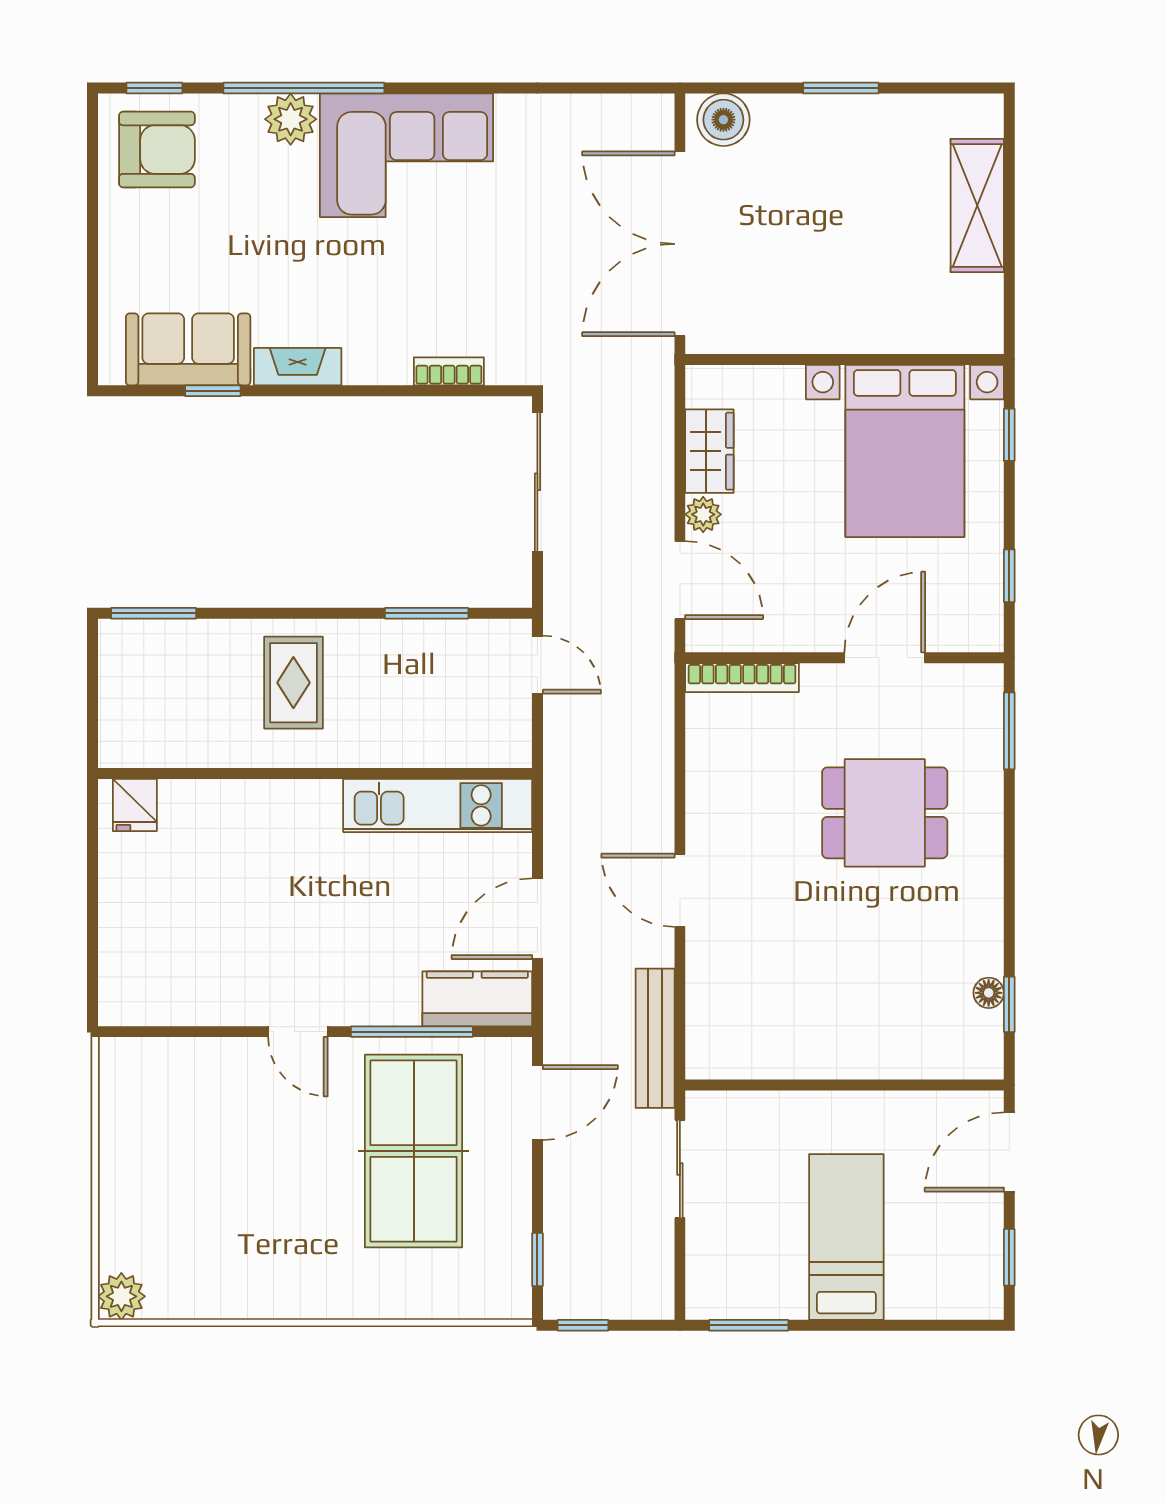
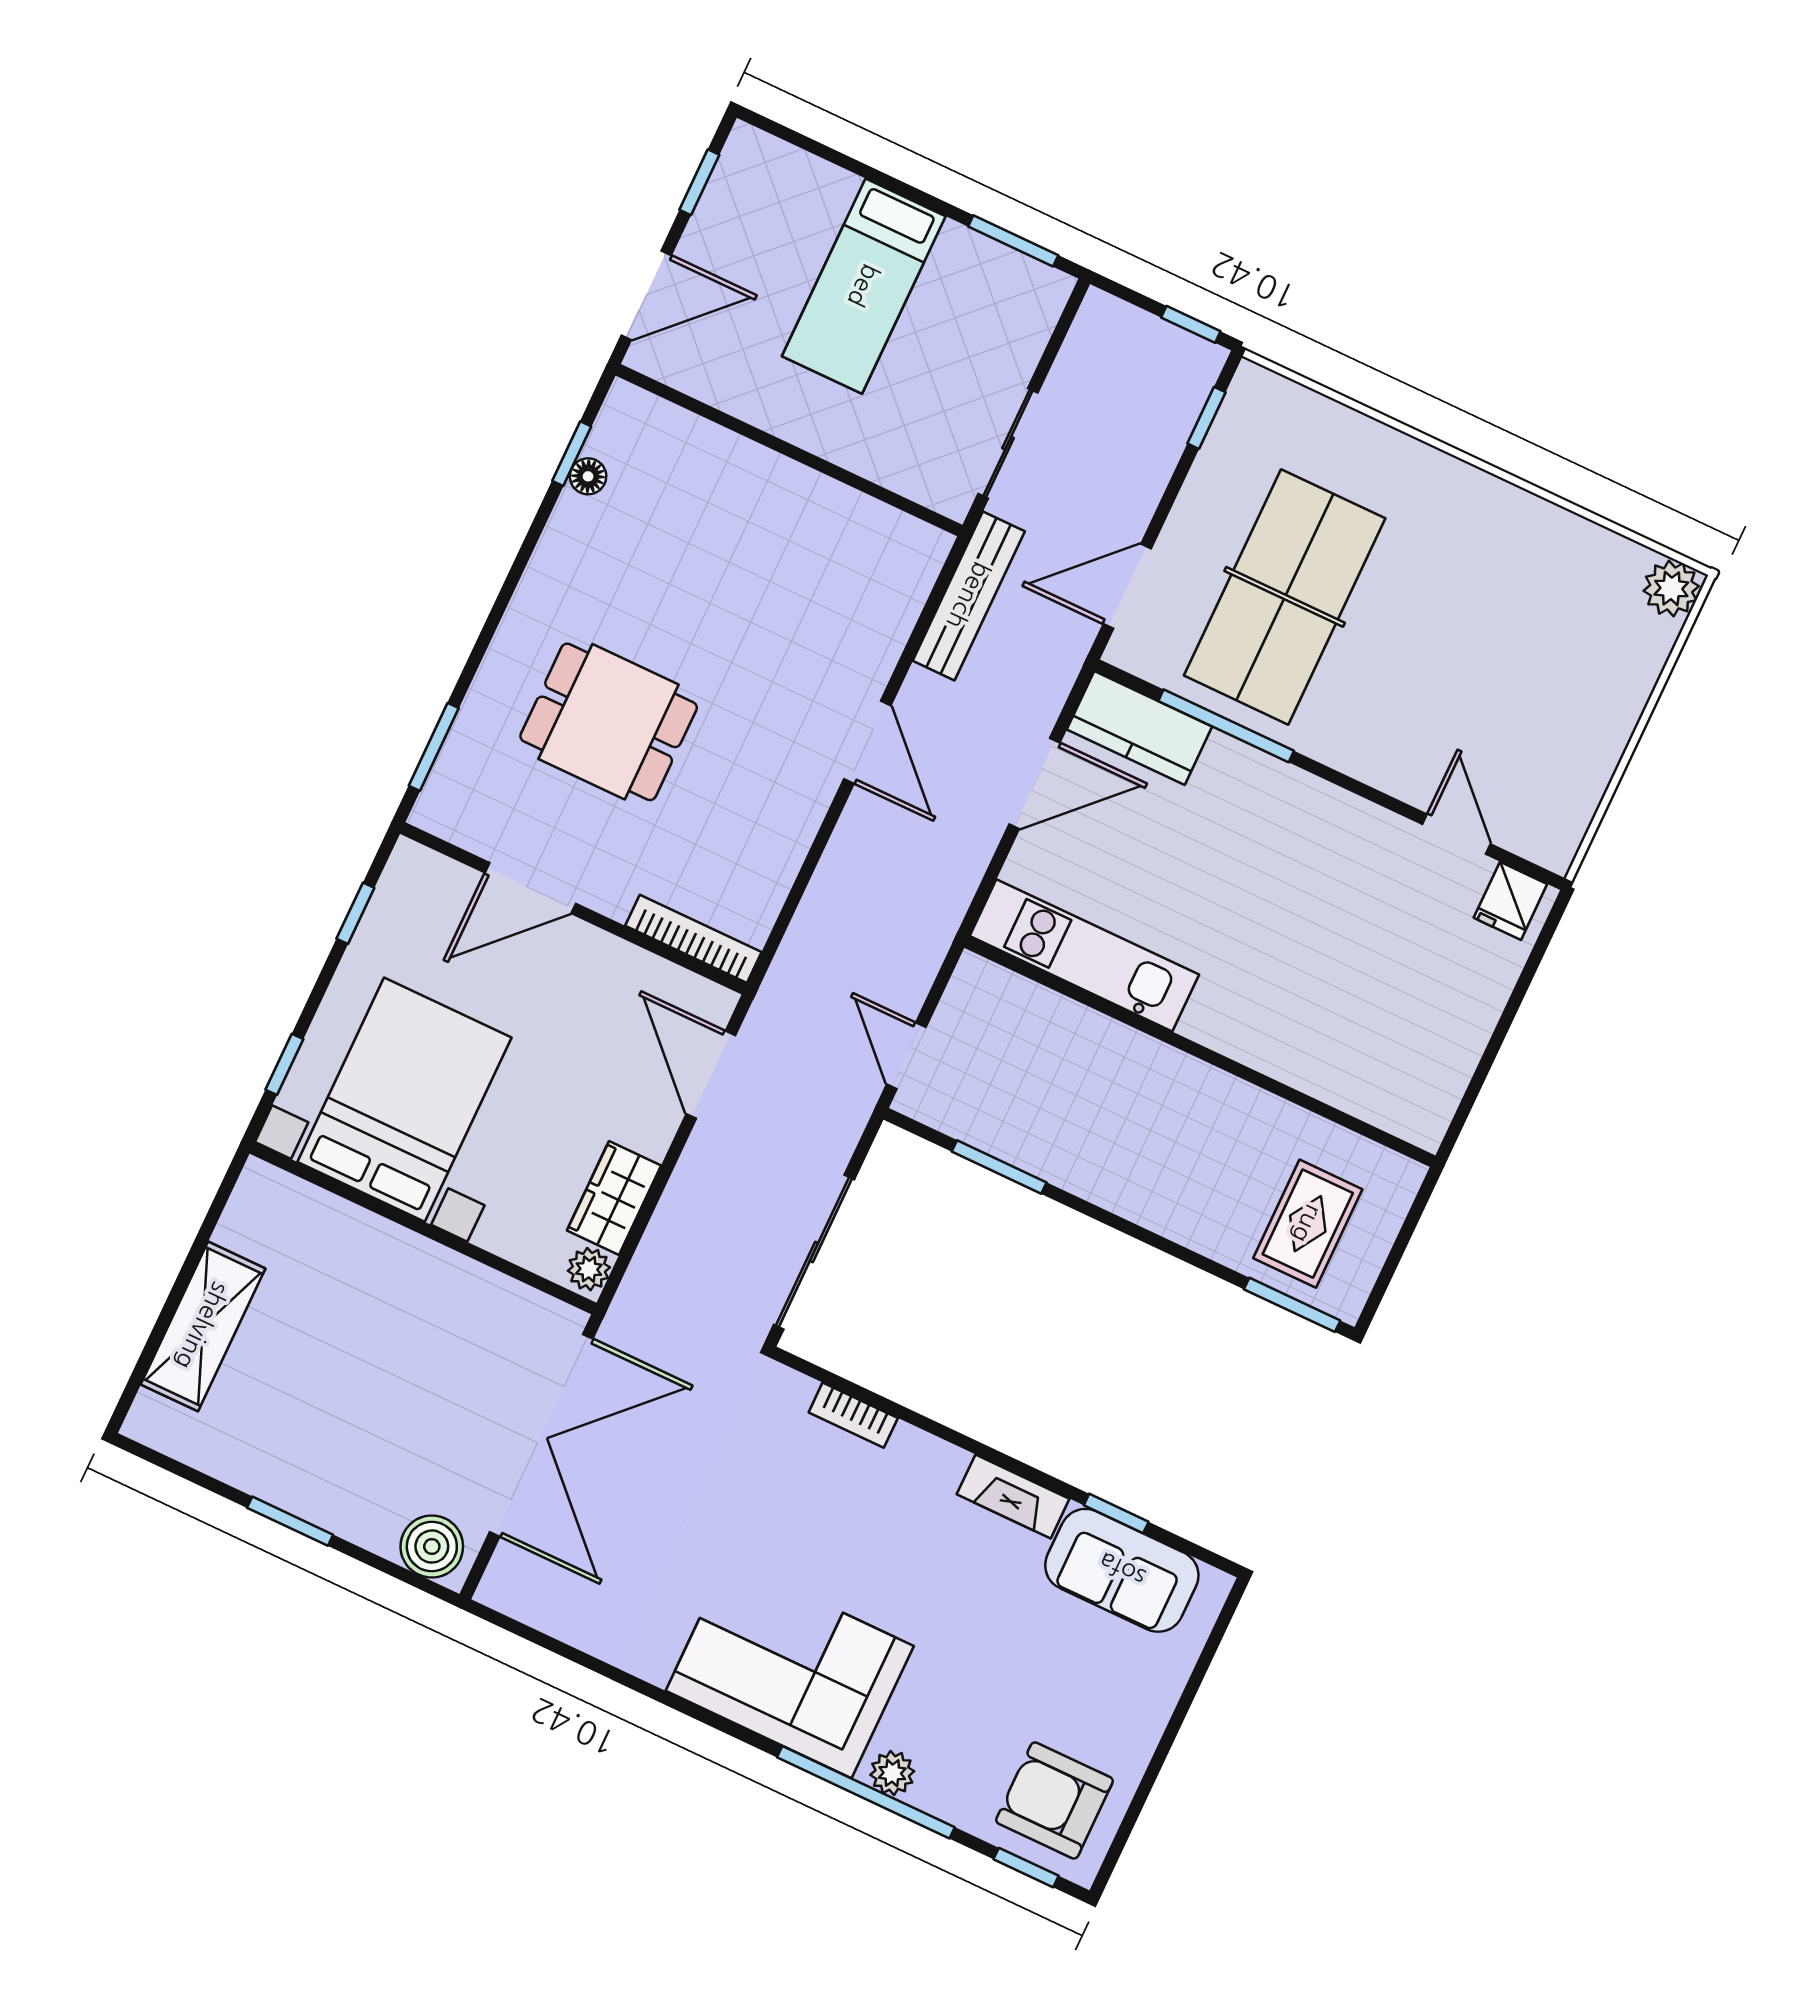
plant: (291, 119) -> (892, 1773), width x0.73, depth x0.73
plant: (703, 514) -> (589, 1269), moved
rug: (293, 683) -> (1308, 1224), moved
fridge: (135, 805) -> (1510, 901), moved, turned 180
door: (298, 1032) -> (1456, 834), moved

